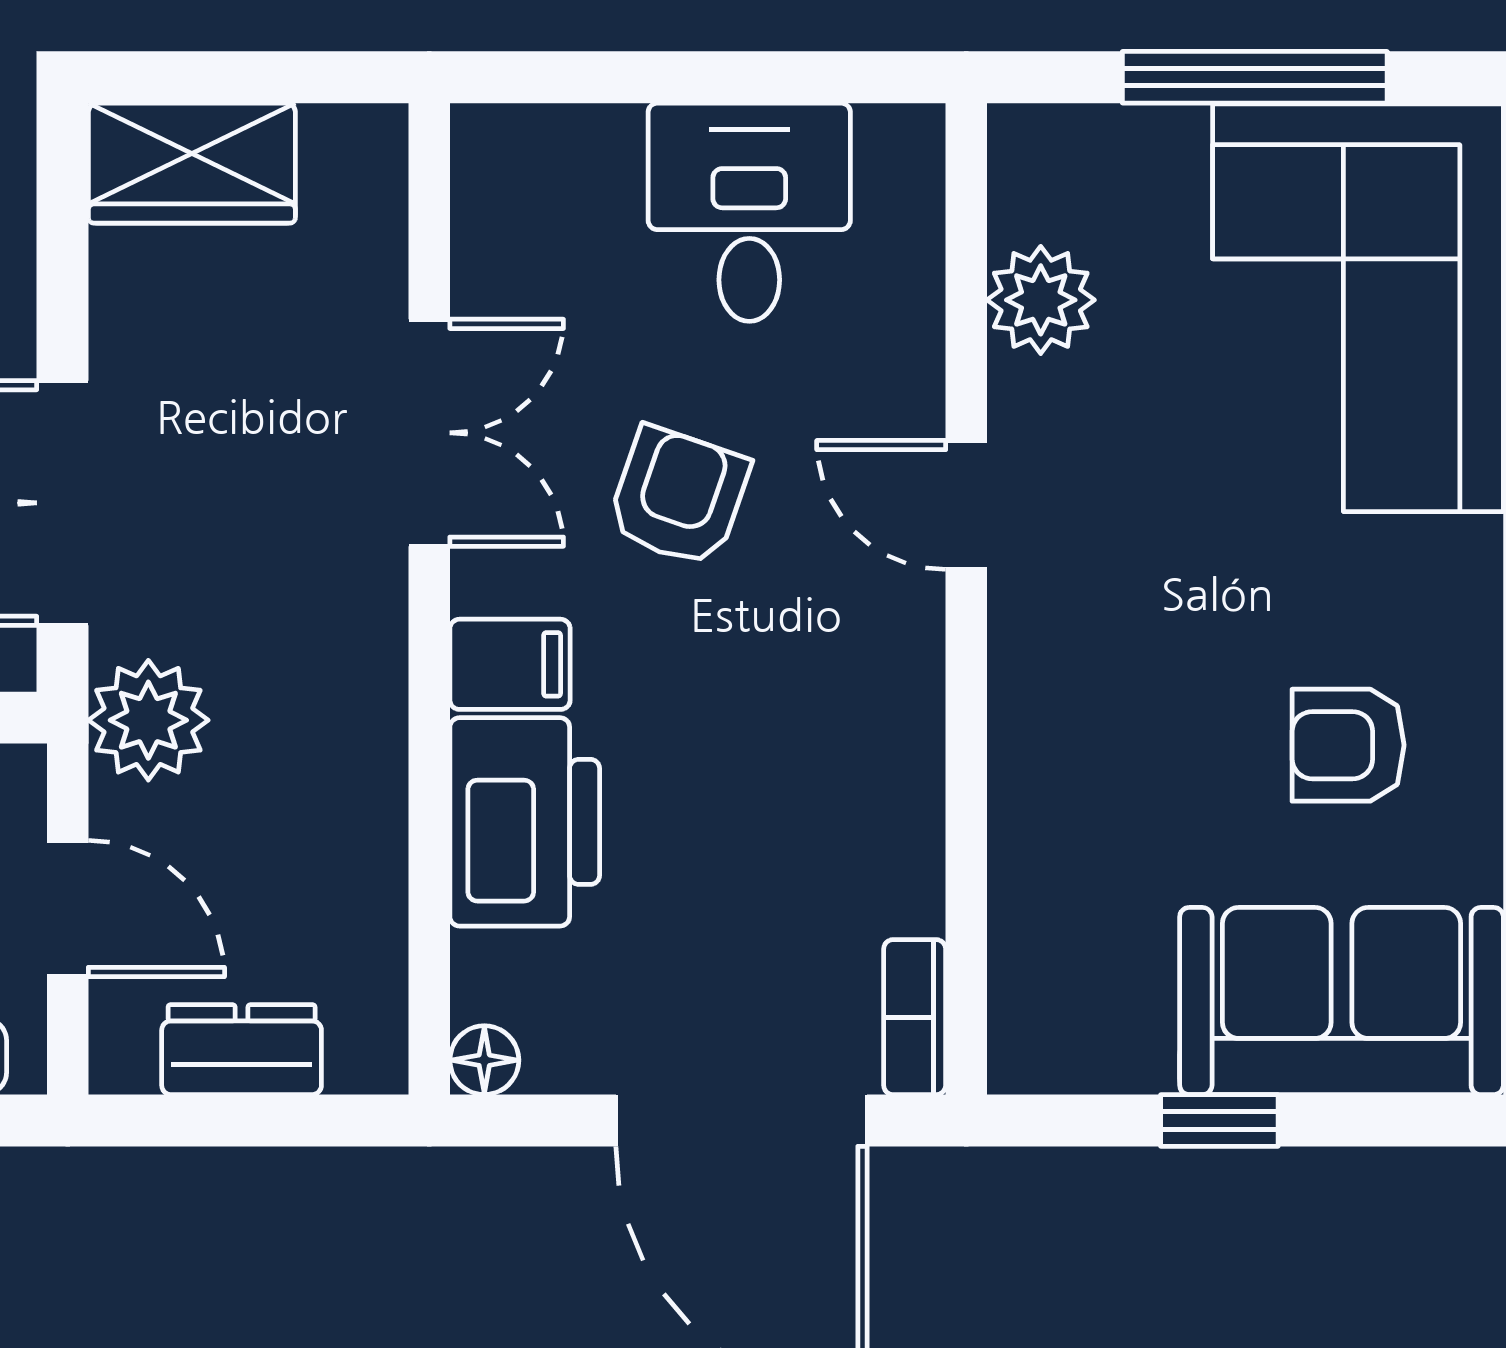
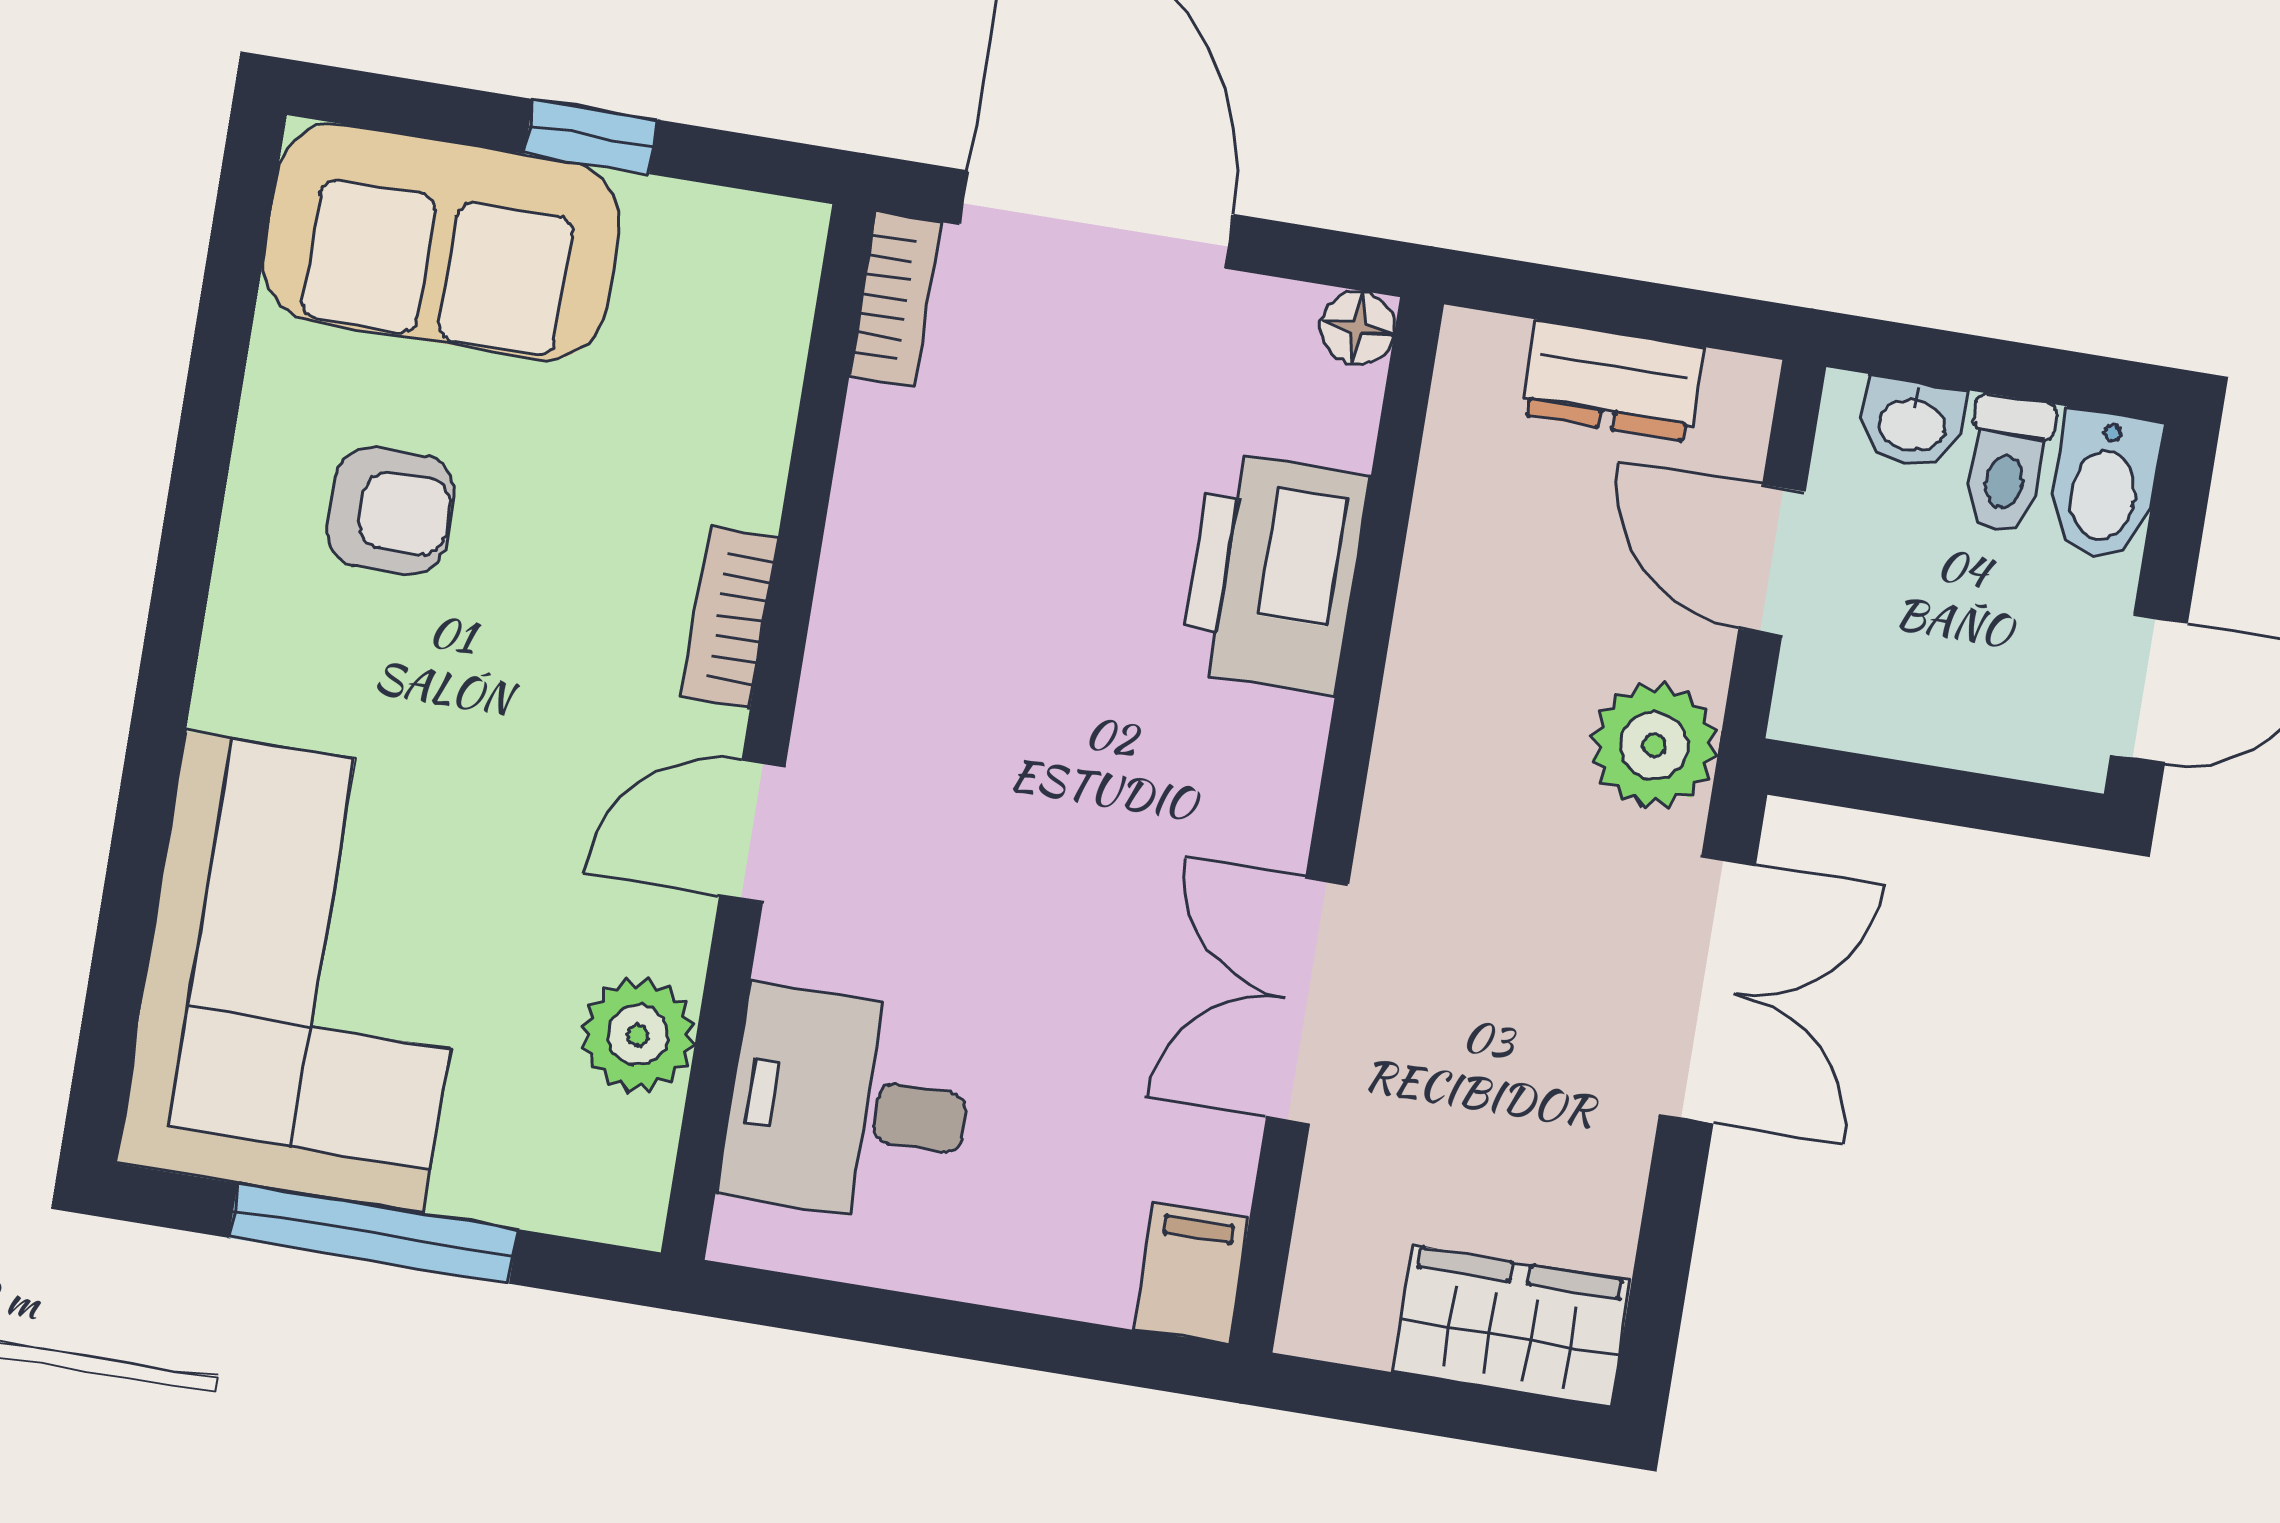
desk: (749, 212) -> (848, 1106), moved, turned 90
armchair: (678, 497) -> (1055, 890), removed
door: (966, 505) -> (752, 831), swing flipped
filing cabinet: (510, 664) -> (1191, 1274), moved, turned 90
bookcase: (1019, 699) -> (730, 617), added

